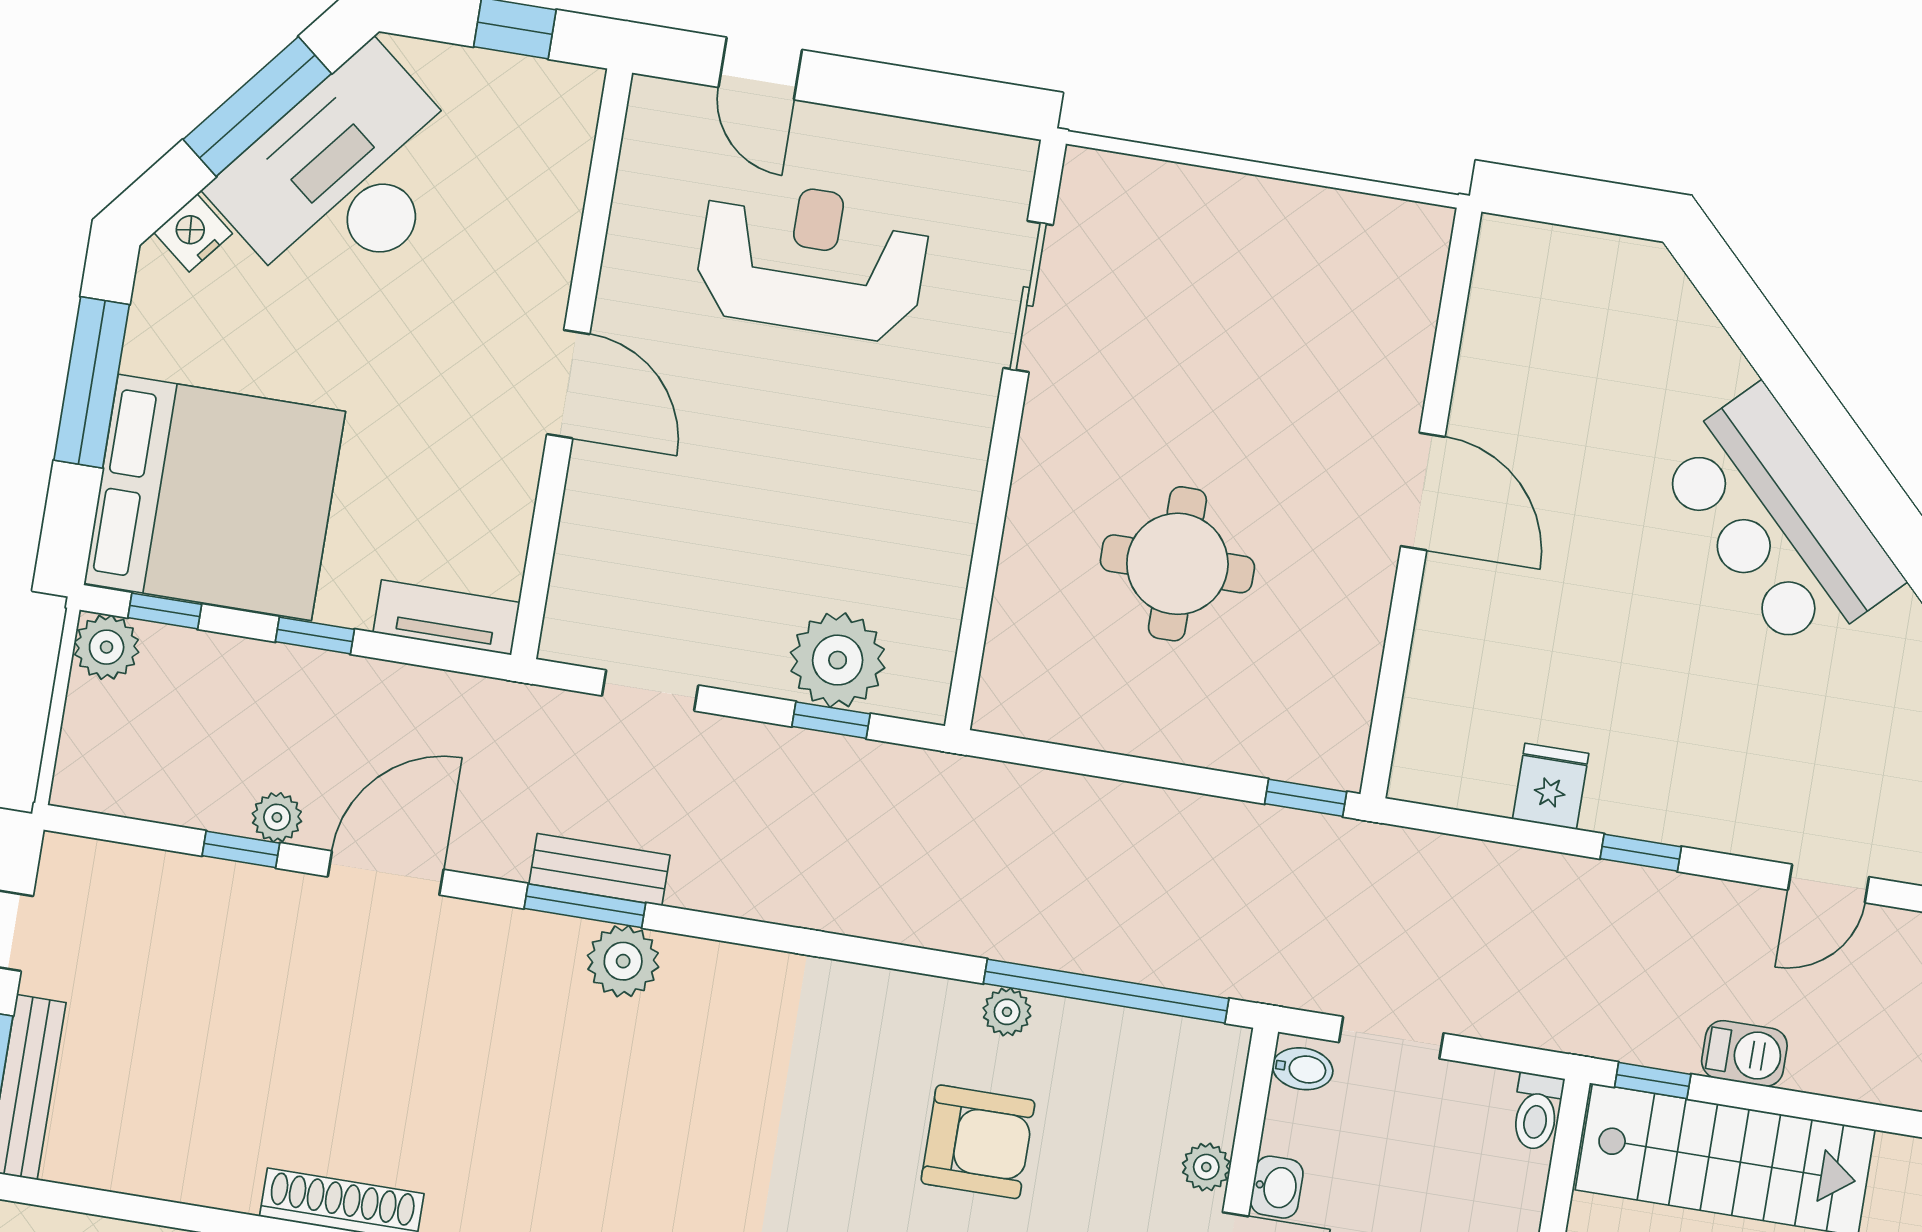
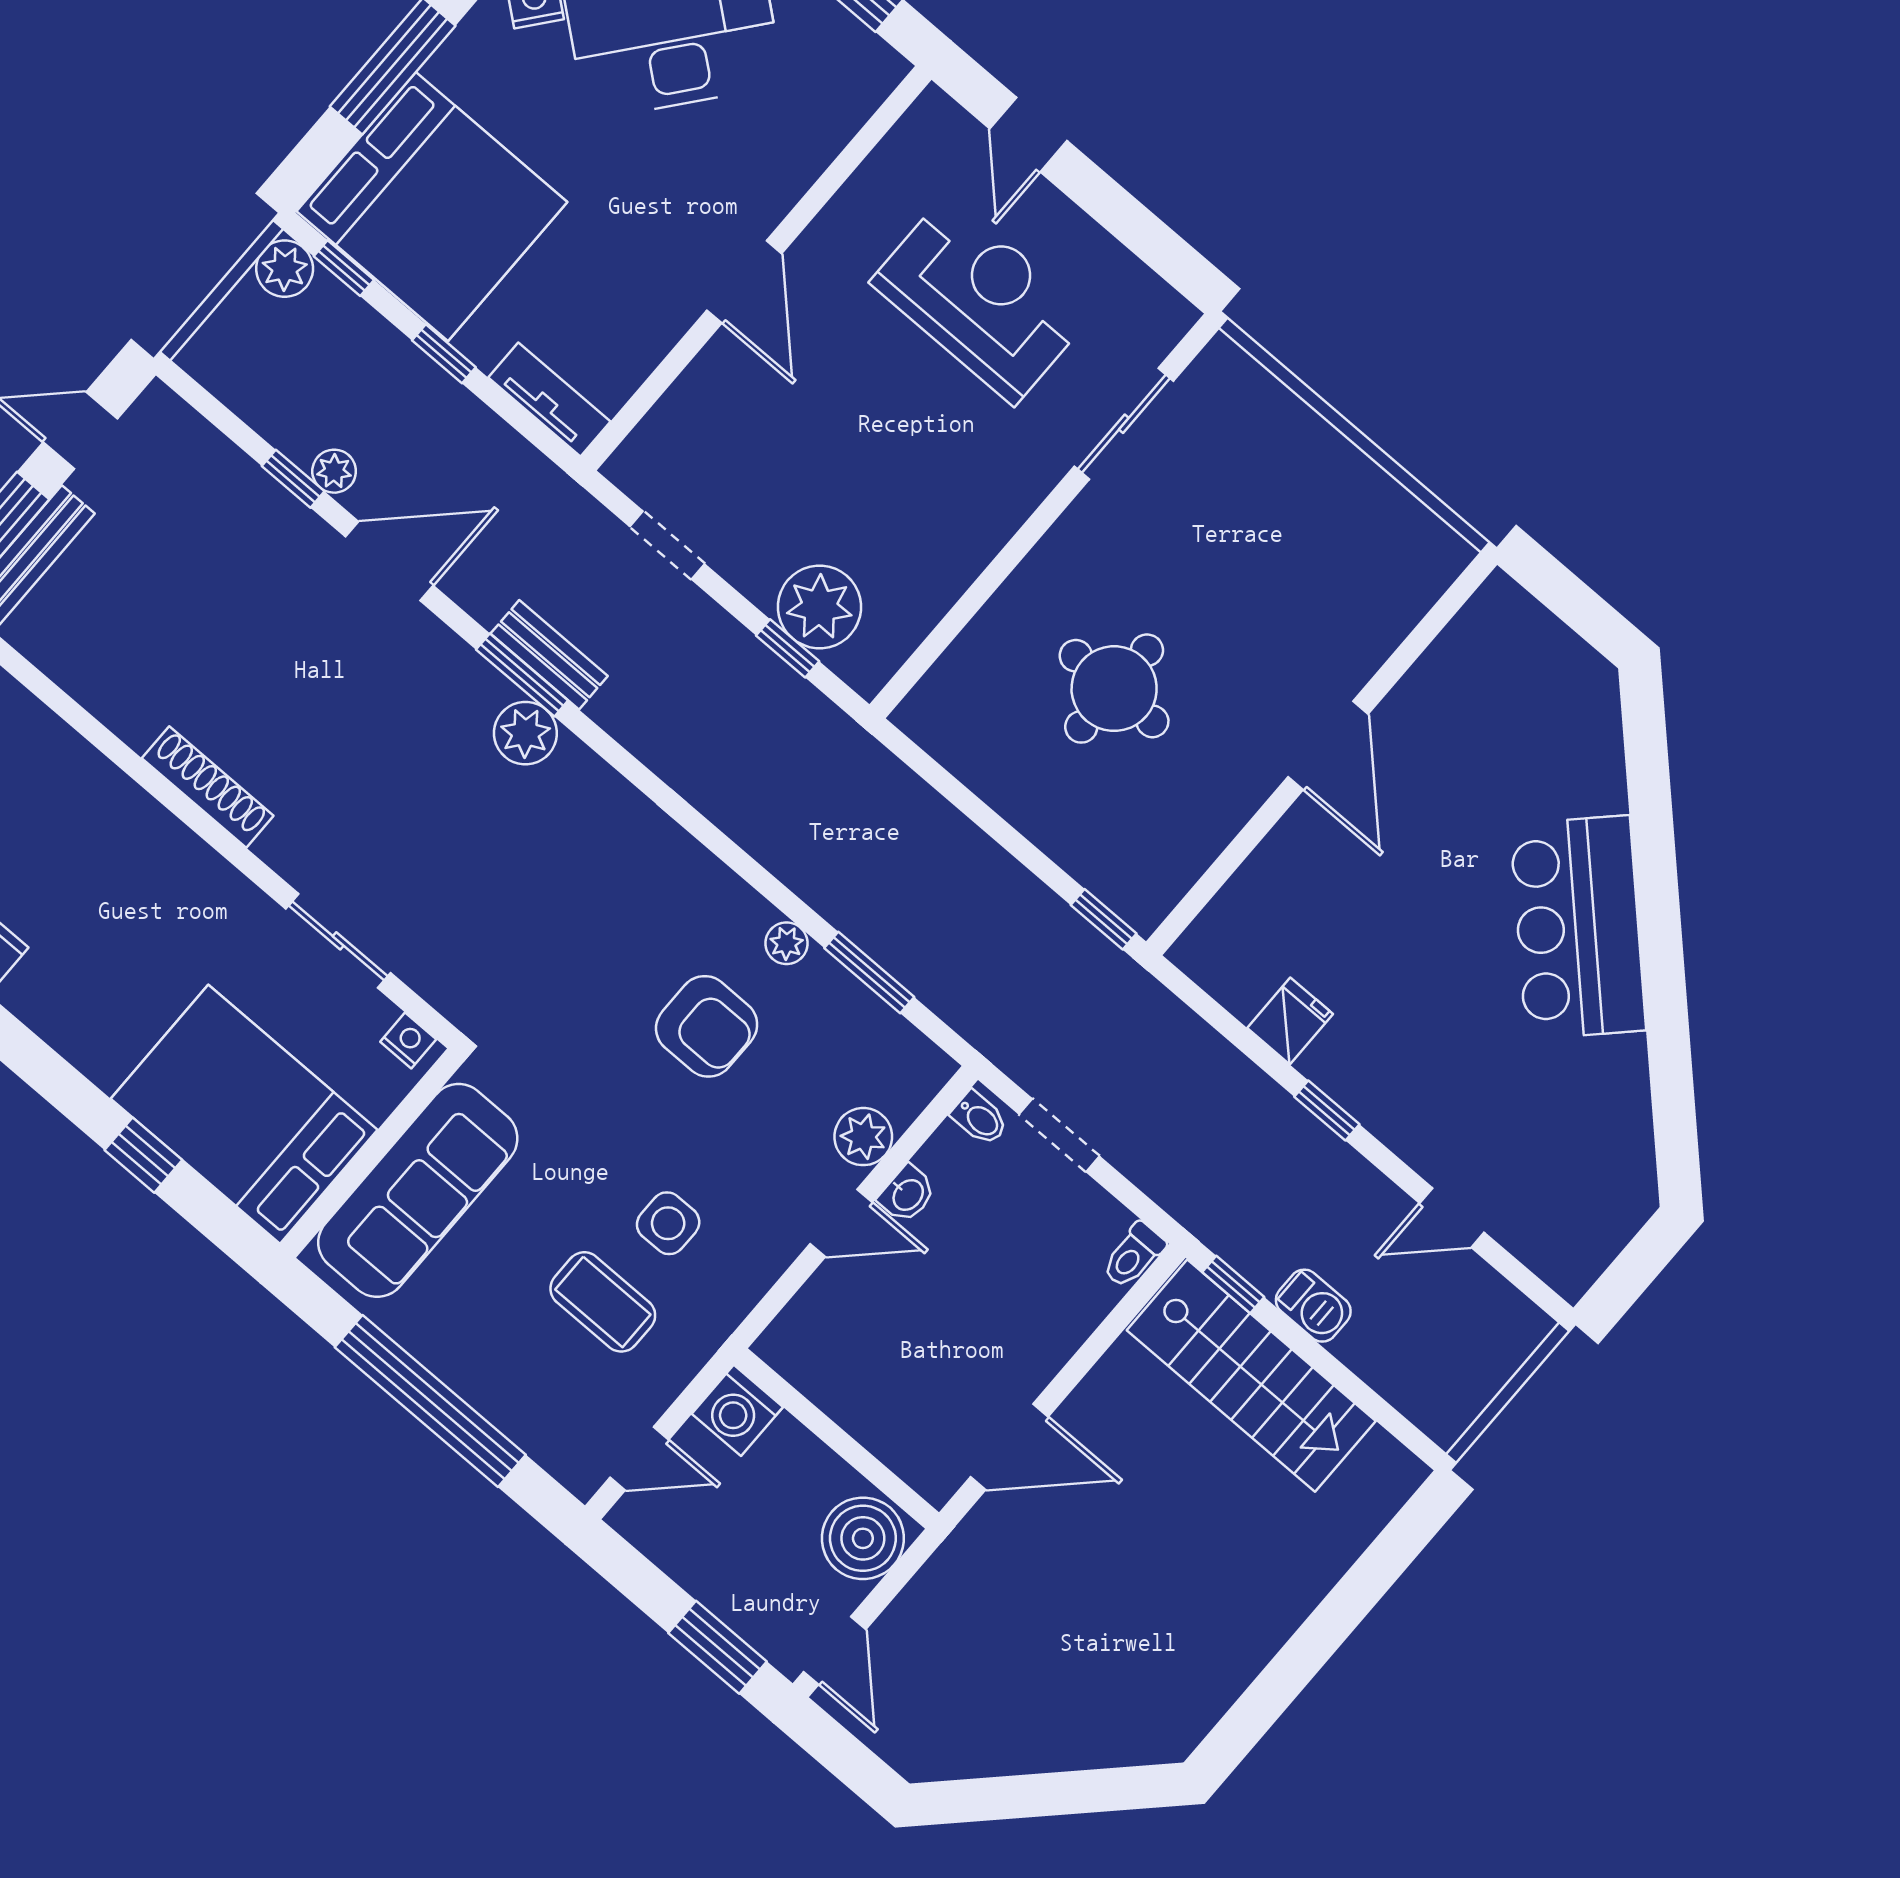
window: (1106, 991) -> (869, 972), width x0.47
plant: (1206, 1167) -> (863, 1137), width x1.38, depth x1.38

